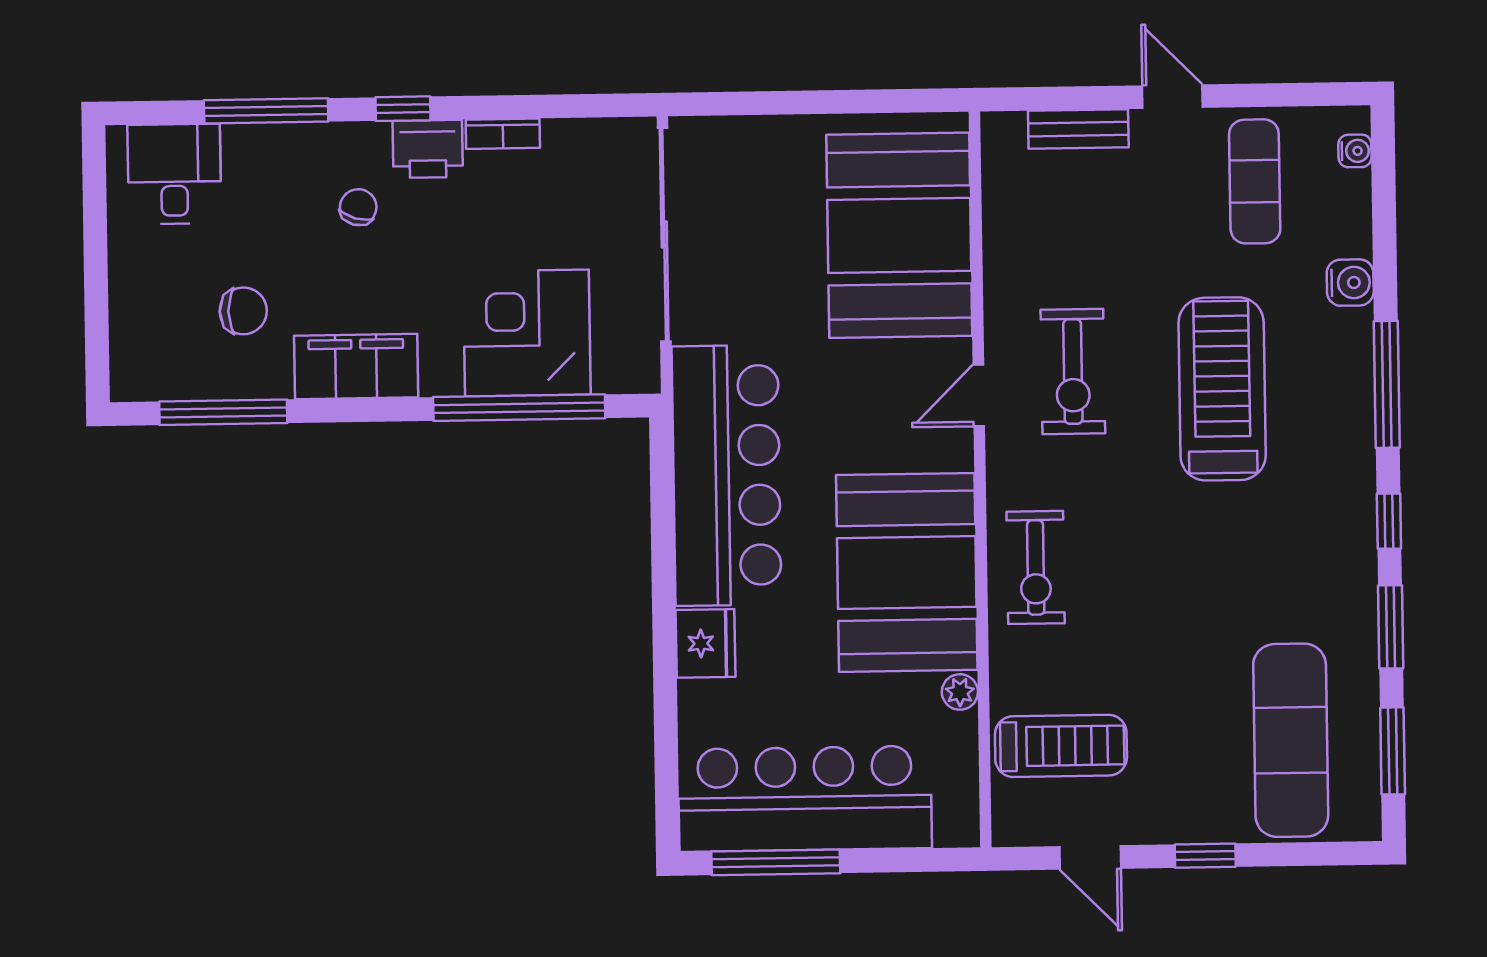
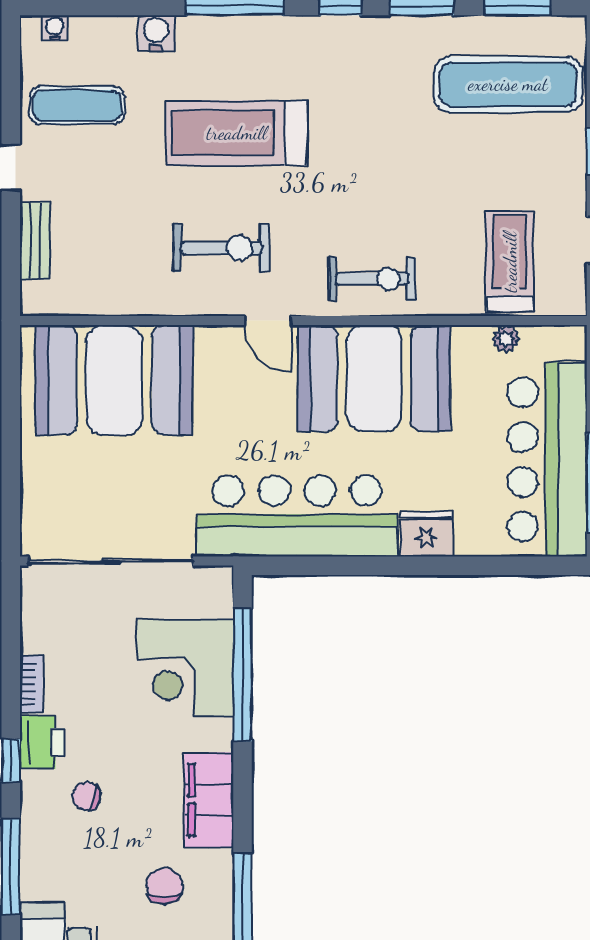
door: (979, 395) -> (268, 321), moved
plant: (960, 692) -> (506, 339), moved

